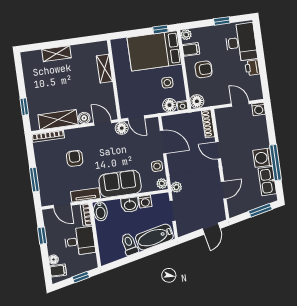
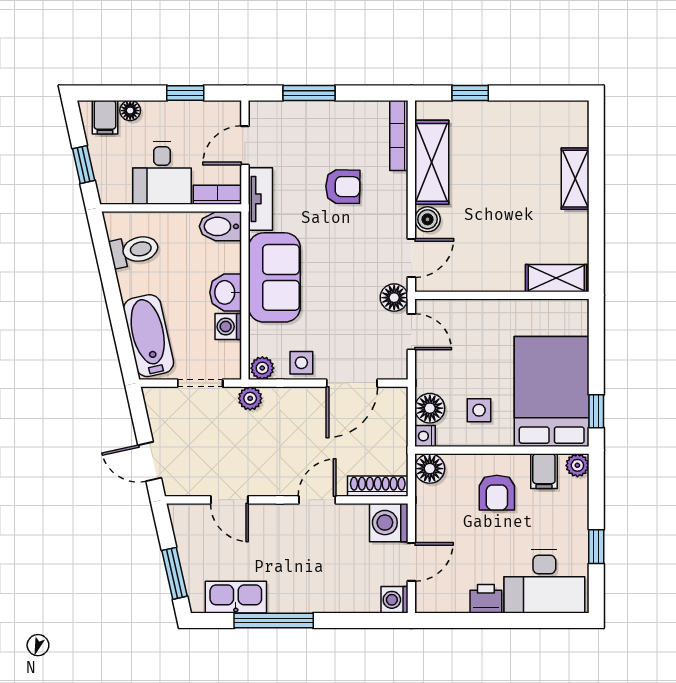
shelving: (104, 69) -> (556, 278), moved
door: (136, 118) -> (411, 332), swing flipped
washing machine: (263, 158) -> (389, 523), moved, turned -90
toilet: (129, 244) -> (134, 250), moved

